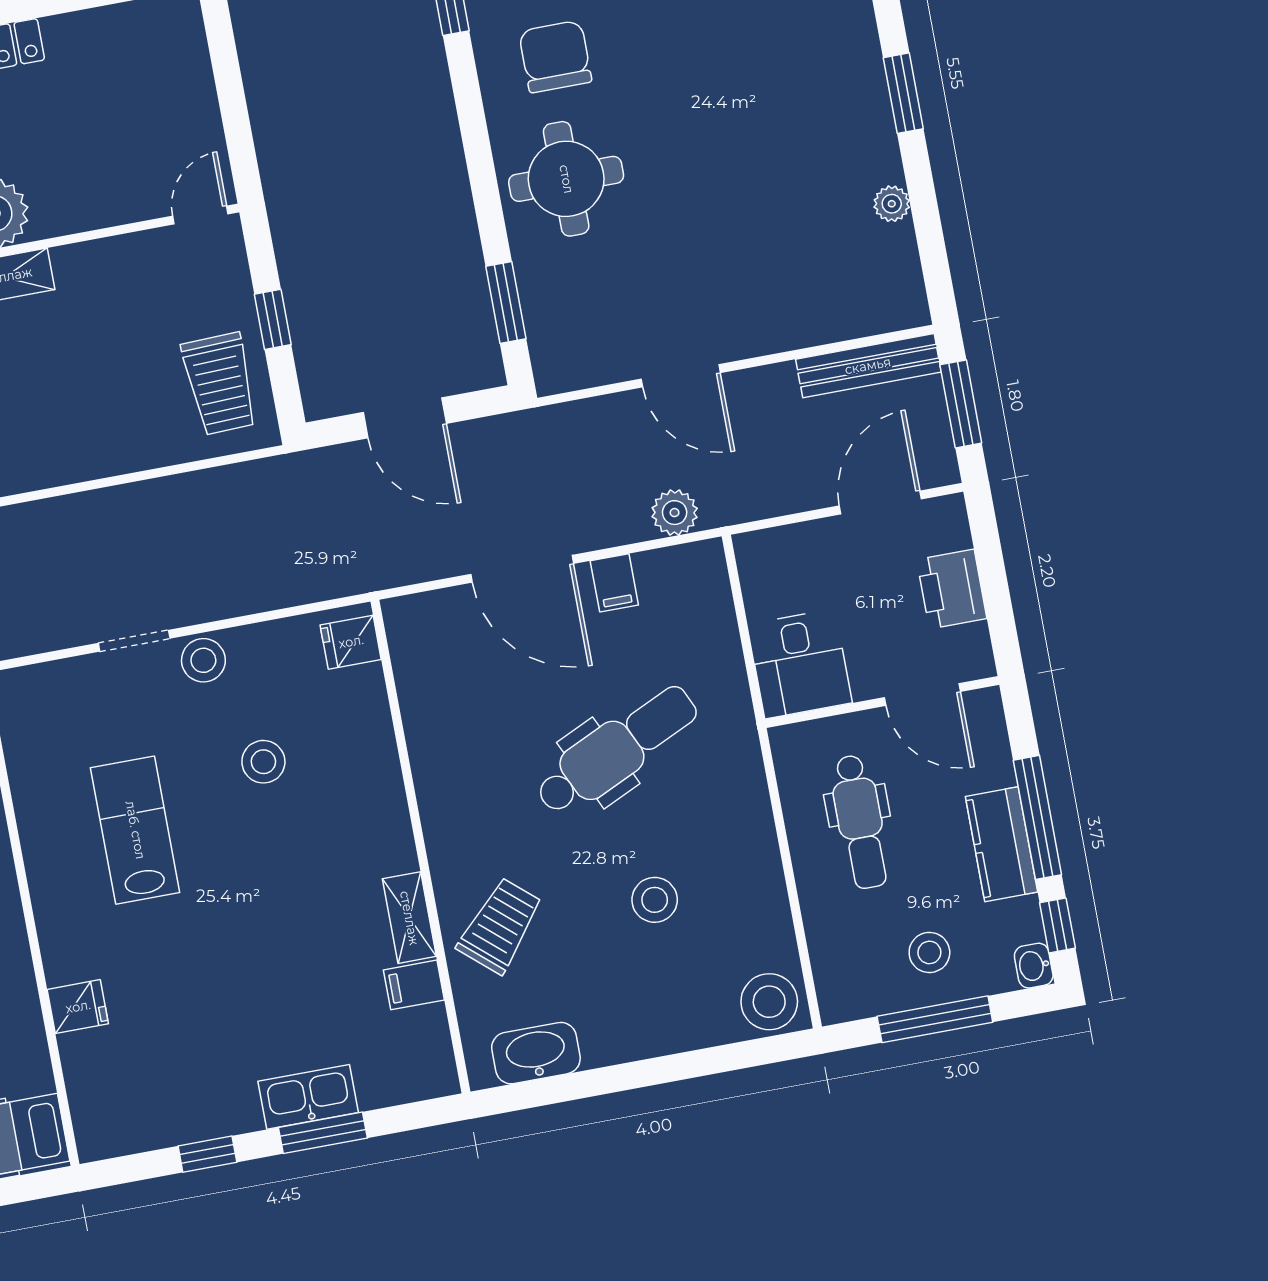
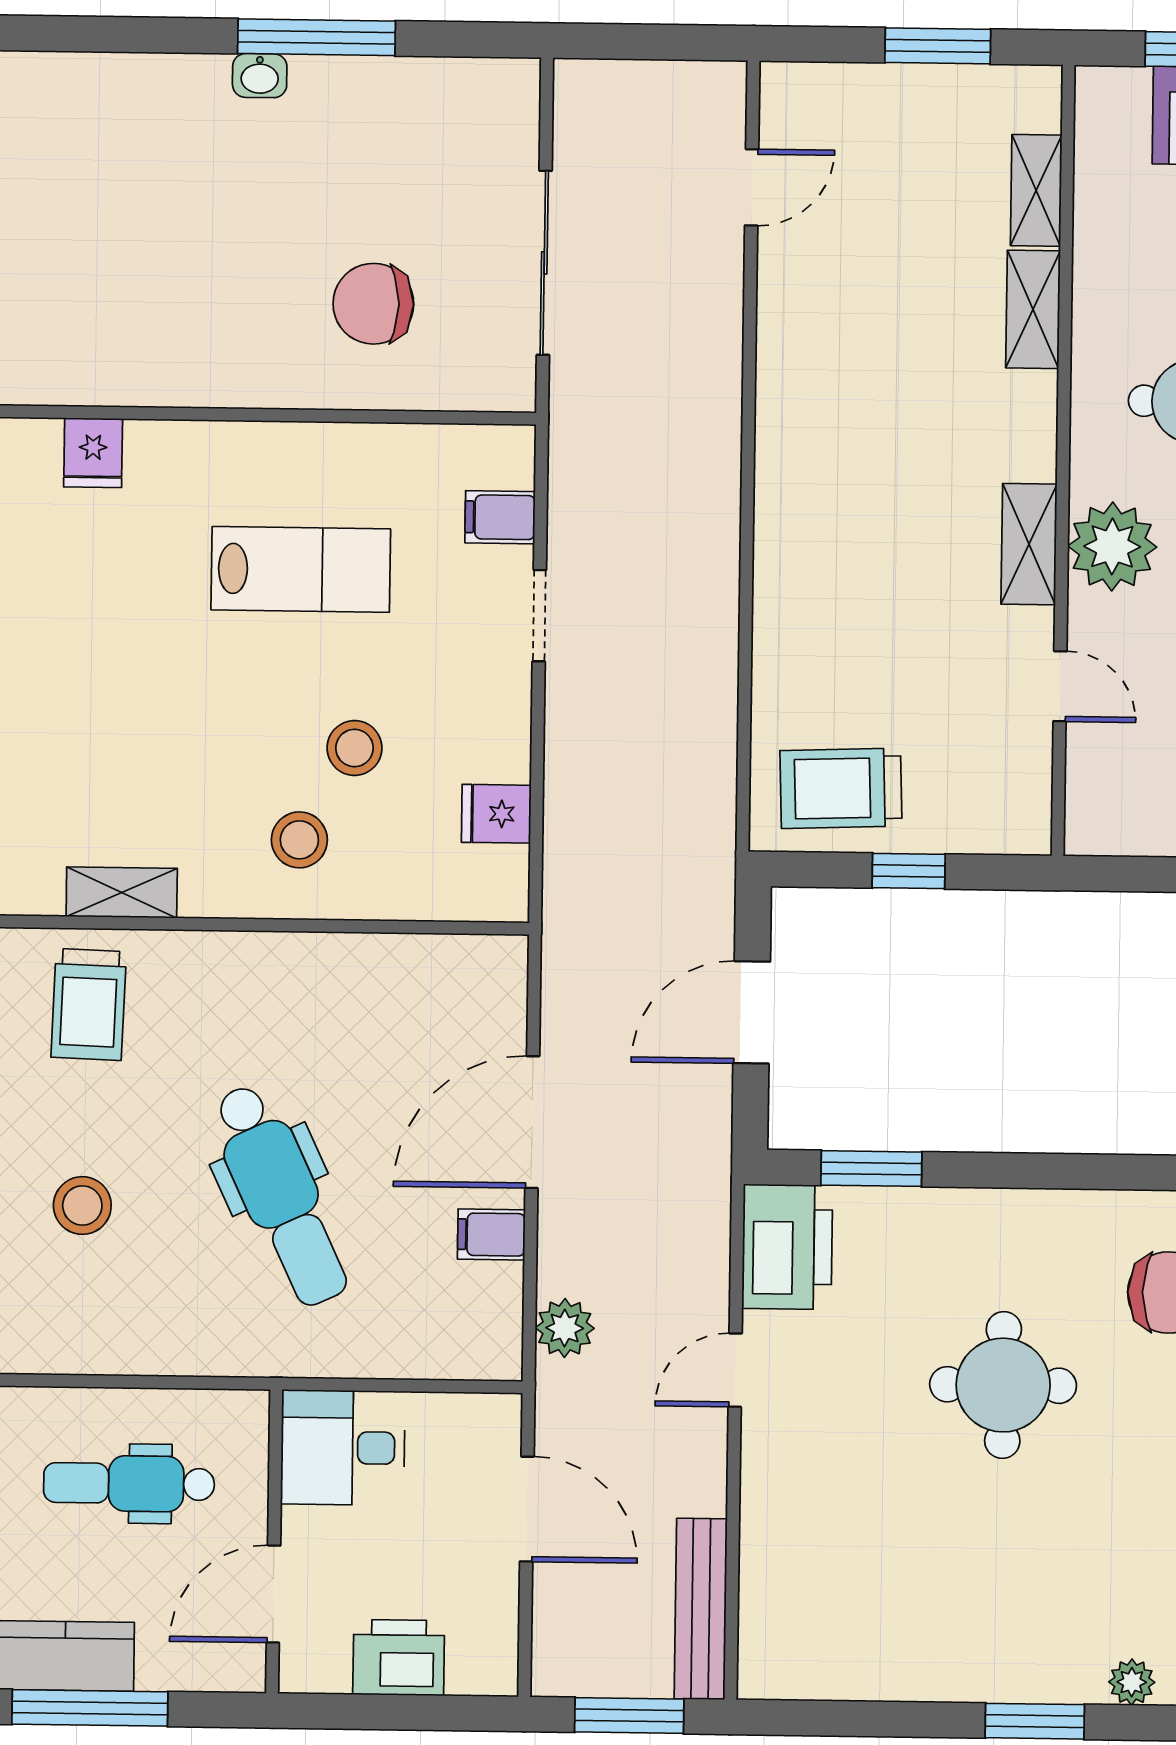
round table: (566, 179) -> (1003, 1385), moved
plant: (892, 204) -> (1132, 1682), moved
door: (200, 215) -> (1060, 686), moved
printer: (578, 355) -> (787, 1247), added
door: (681, 376) -> (735, 1370), width x0.73
door: (880, 502) -> (527, 1509), moved
fridge: (351, 642) -> (496, 814), moved, turned -90
stool: (203, 660) -> (299, 840), moved
trolley: (500, 926) -> (89, 1004), turned 51
filing cabinet: (414, 985) -> (500, 517), moved, turned -90

